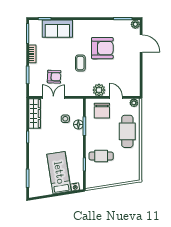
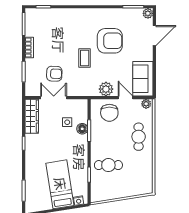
sofa: (57, 29) -> (143, 79), moved, turned 90
door: (141, 44) -> (154, 36), hinge flipped
cafe table: (127, 131) -> (139, 137), width x0.73, depth x0.74

